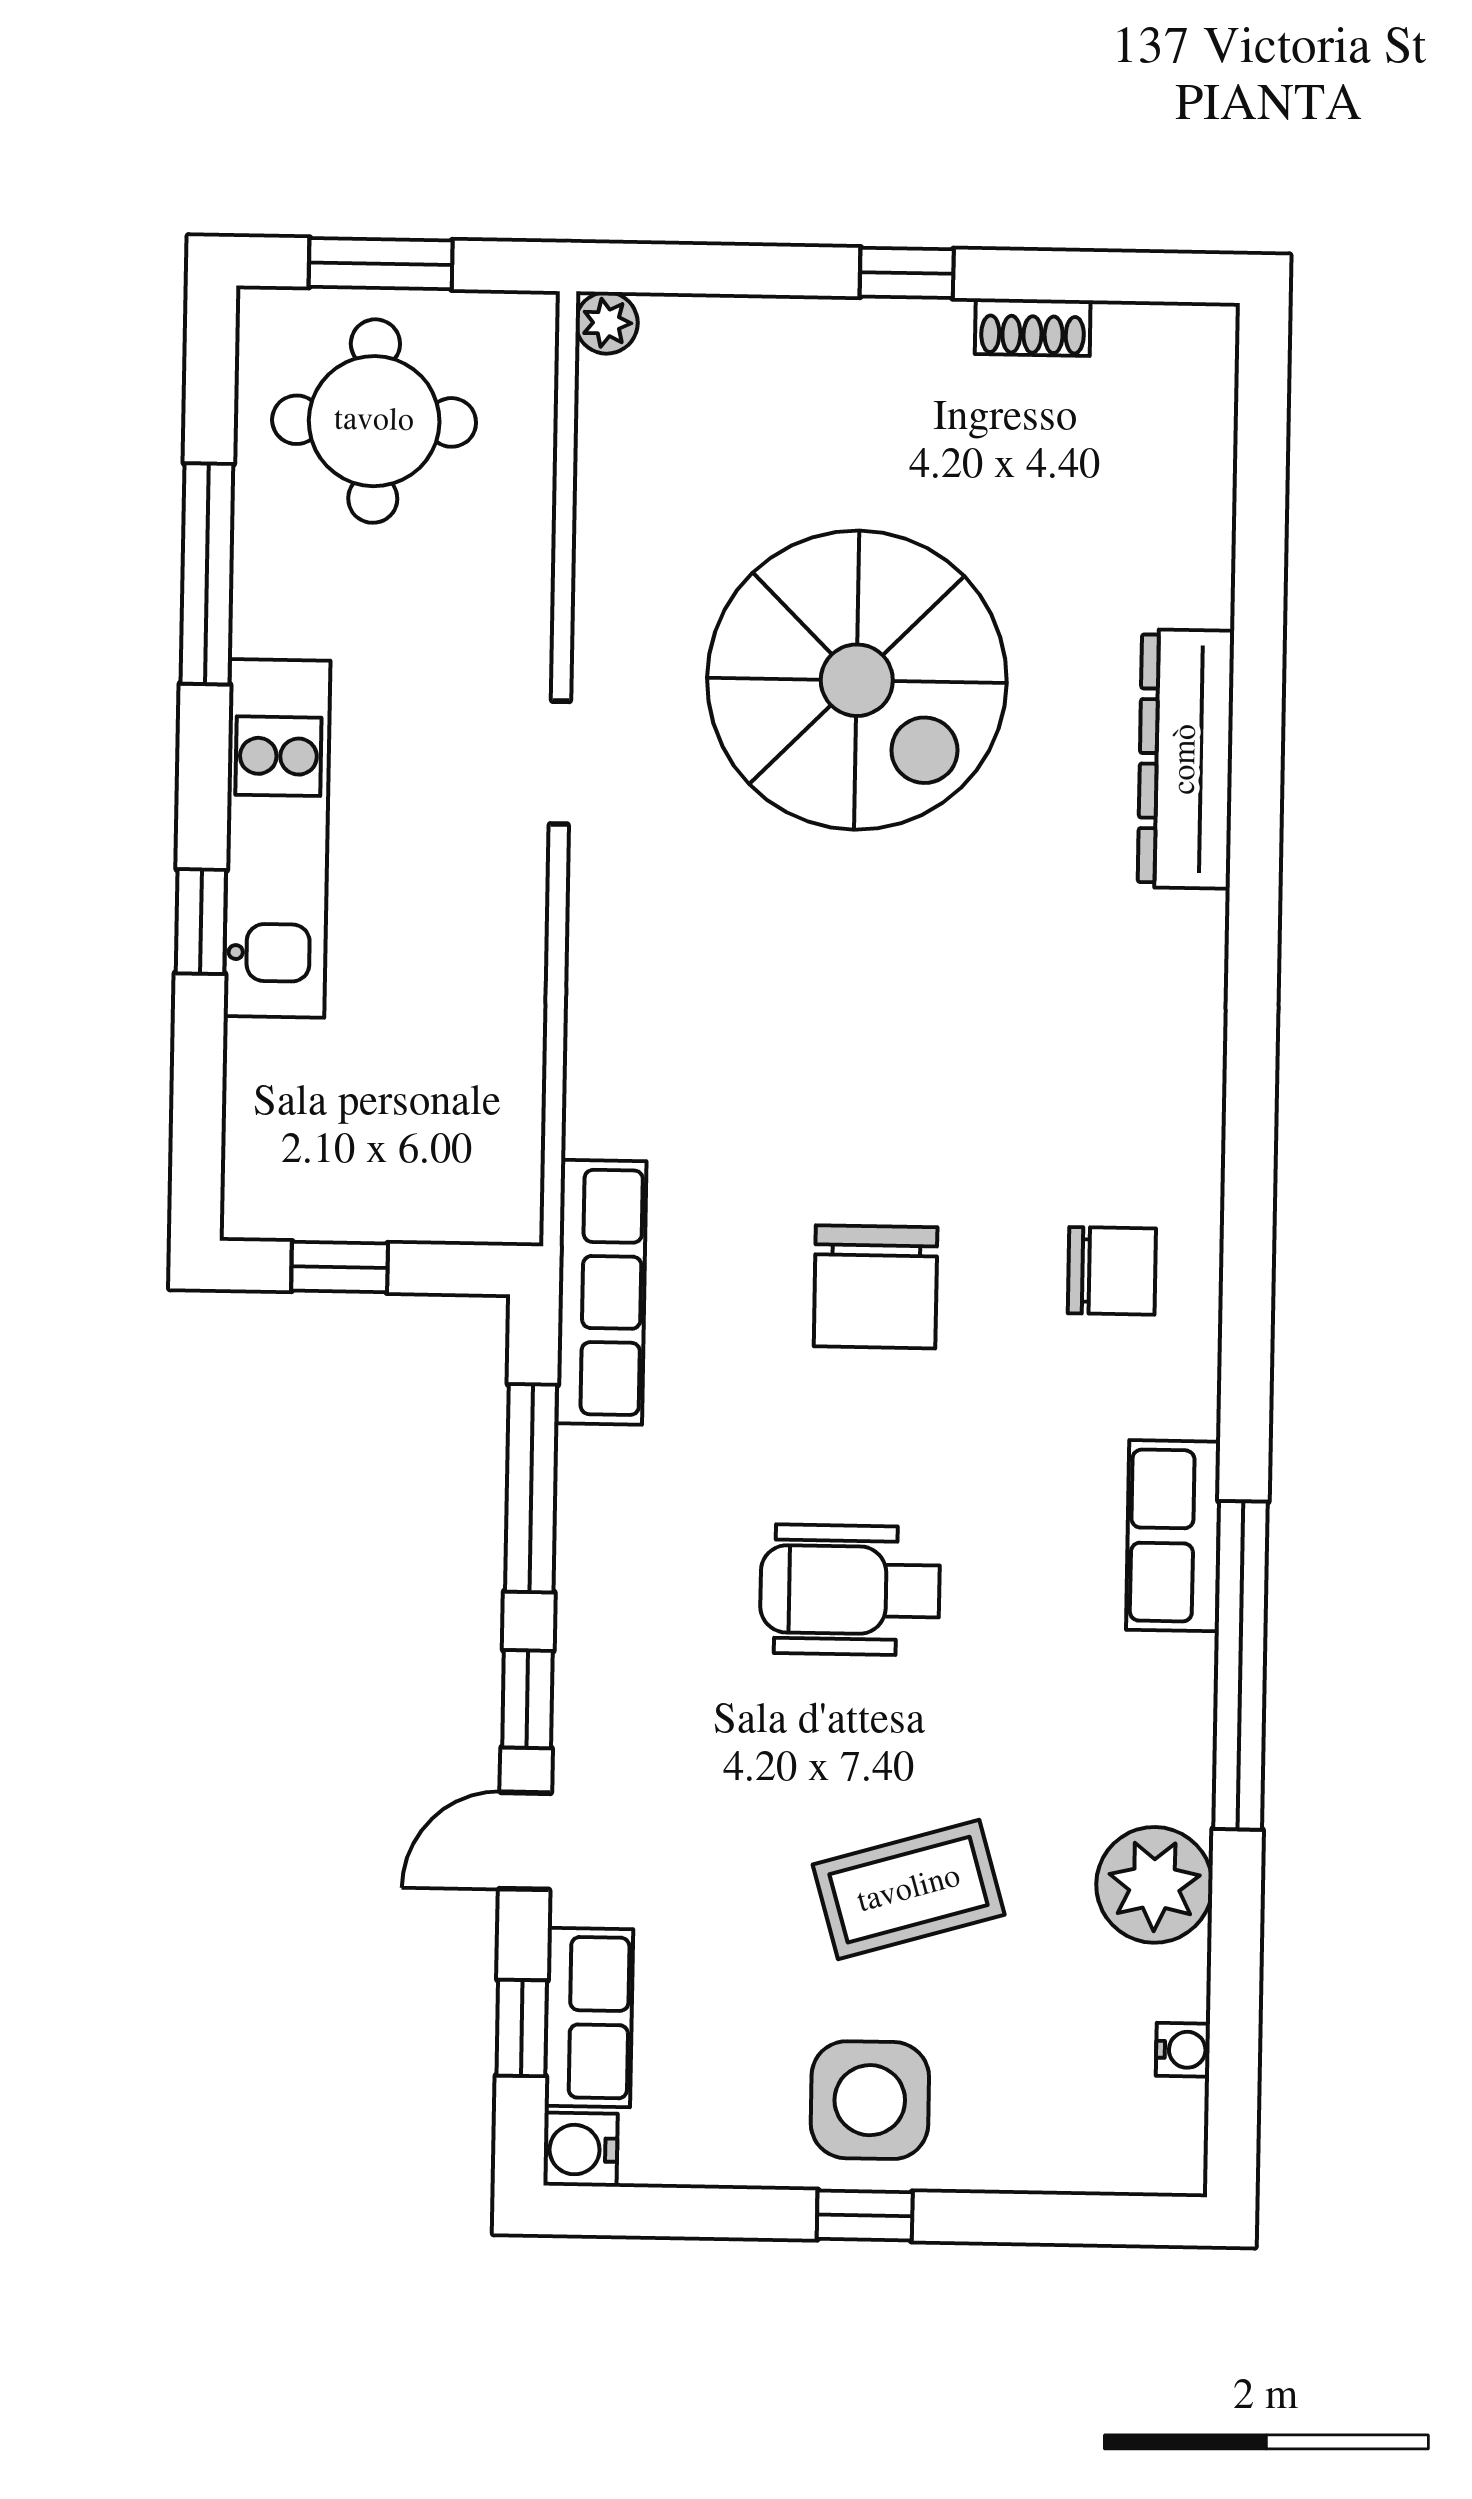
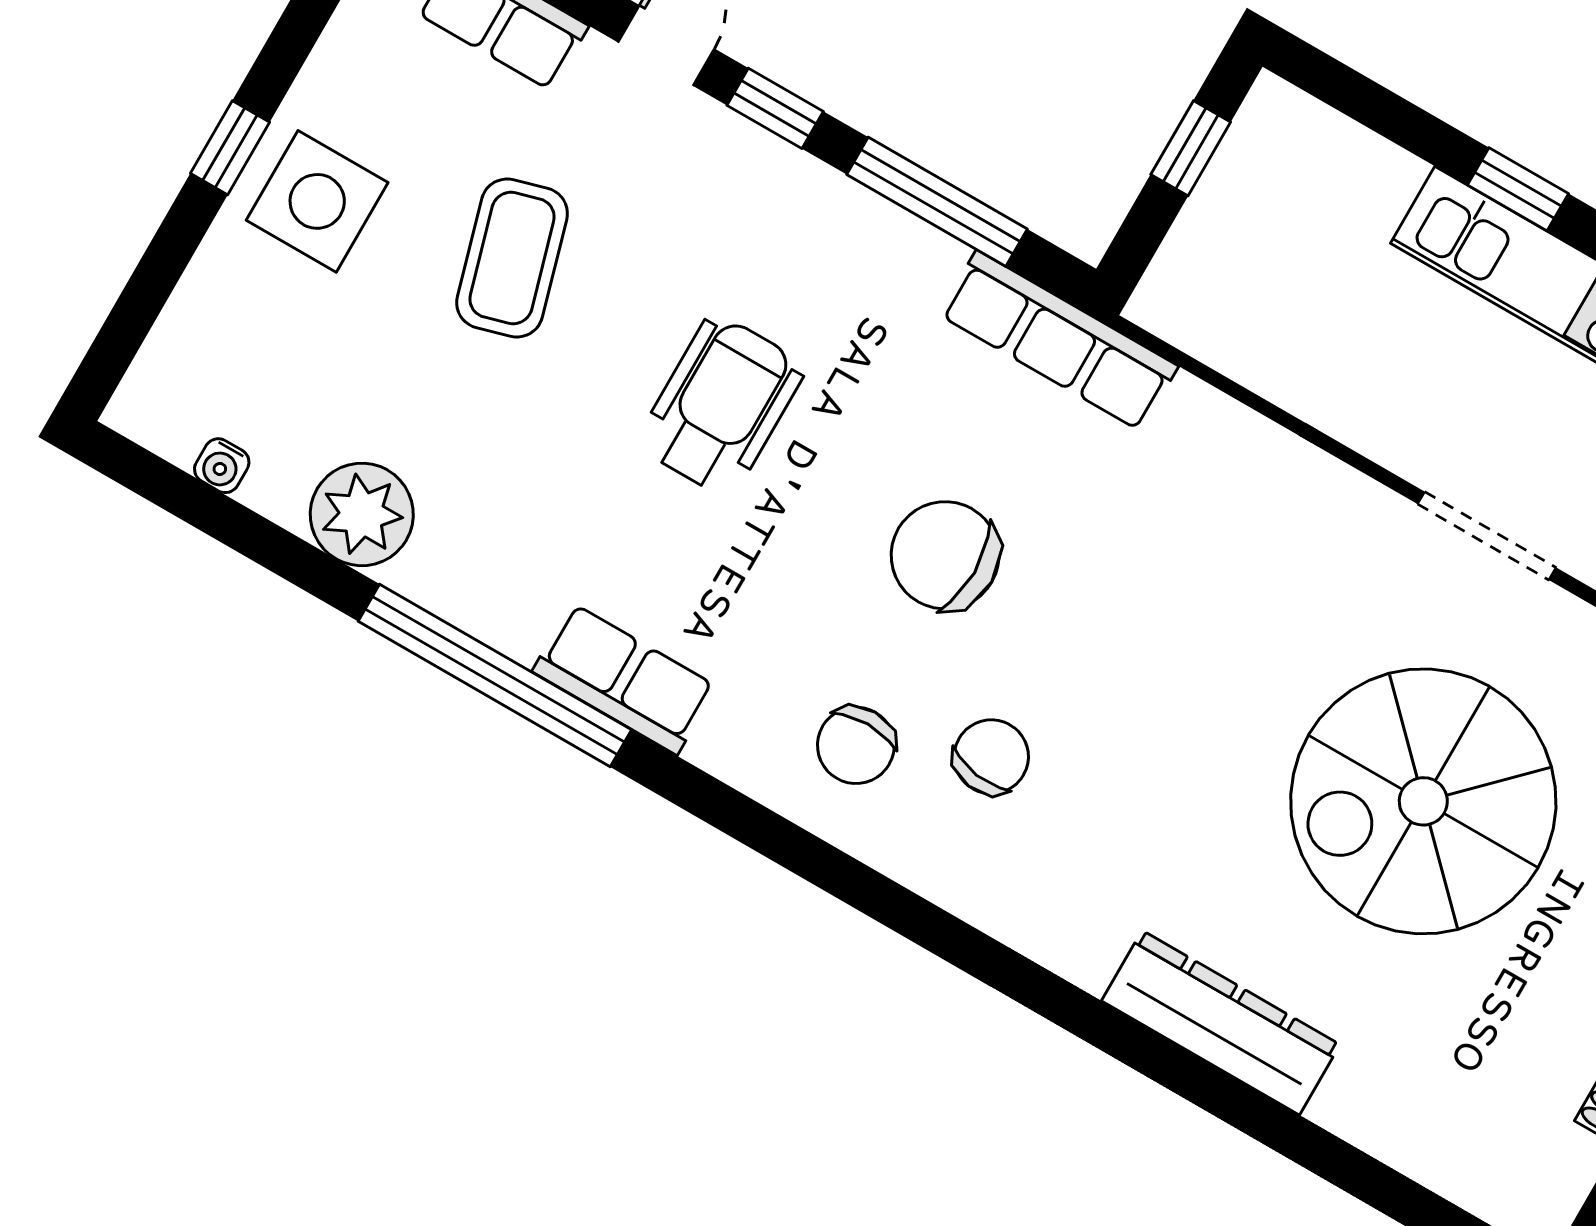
doorway: (560, 763) -> (1487, 536), width x1.38
chair: (1049, 1131) -> (991, 757), added
coffee table: (909, 1890) -> (512, 258), moved

